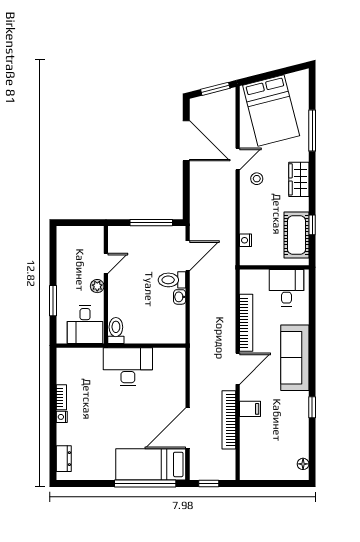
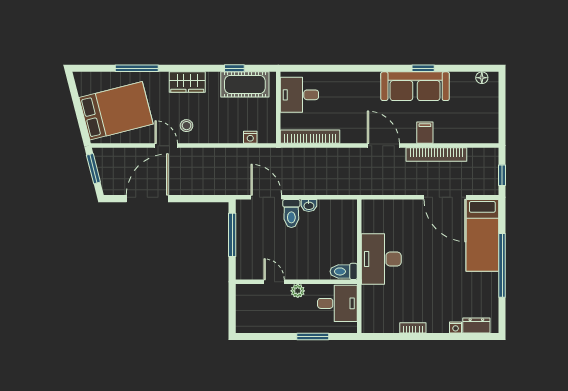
bookcase: (246, 323) -> (310, 137), moved
sofa: (295, 358) -> (415, 86), moved
nightstand: (62, 417) -> (456, 327), moved
window: (145, 483) -> (502, 265), moved

